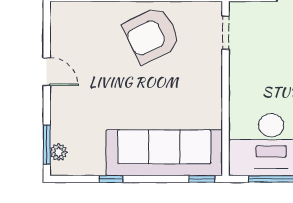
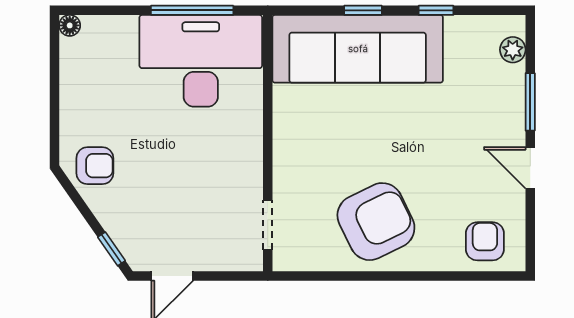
armchair: (78, 22) -> (485, 241), added
window: (47, 145) -> (530, 102), moved
window: (202, 179) -> (363, 10), moved

